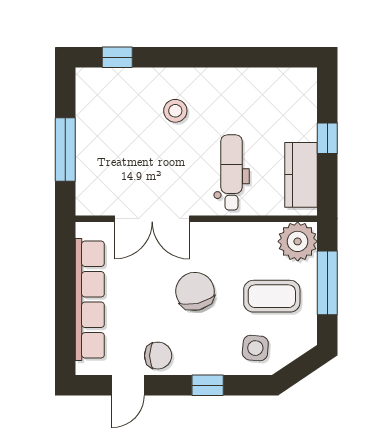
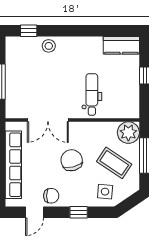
stool: (175, 111) -> (49, 46), moved
kitchen counter: (301, 175) -> (121, 45), moved, turned -90
coffee table: (272, 296) -> (114, 163), turned 34

